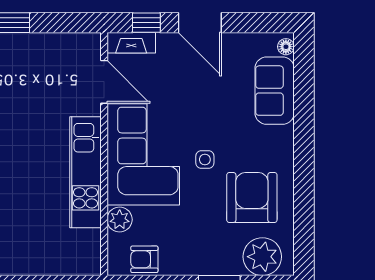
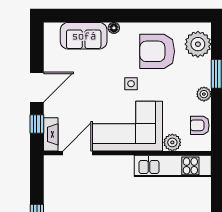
floor lamp: (286, 47) -> (114, 28), moved
kitchen unit: (85, 172) -> (173, 166), moved
armchair: (144, 259) -> (200, 125), turned 90
plant: (190, 265) -> (204, 94), added

